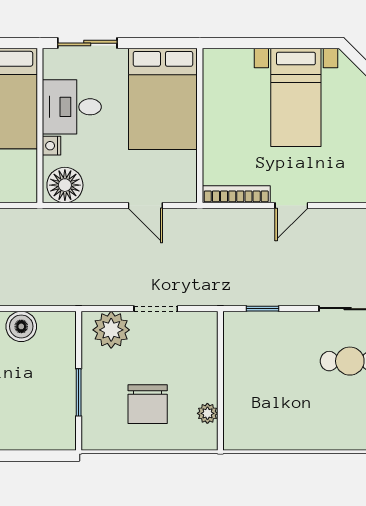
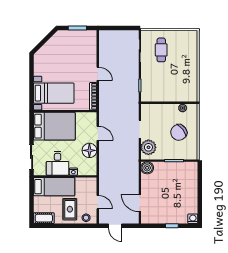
bed with nightstands: (296, 97) -> (54, 93), moved
floor lamp: (65, 185) -> (89, 150), moved
door: (145, 206) -> (98, 133), hinge flipped
boiler: (21, 326) -> (147, 168), moved
chair: (148, 404) -> (179, 132), turned 142

